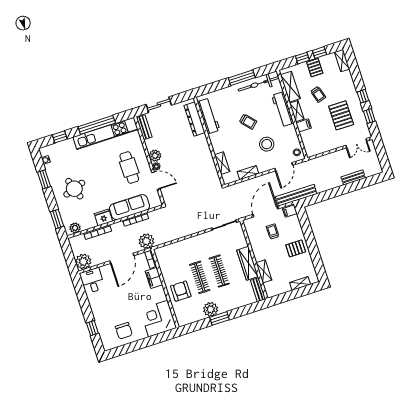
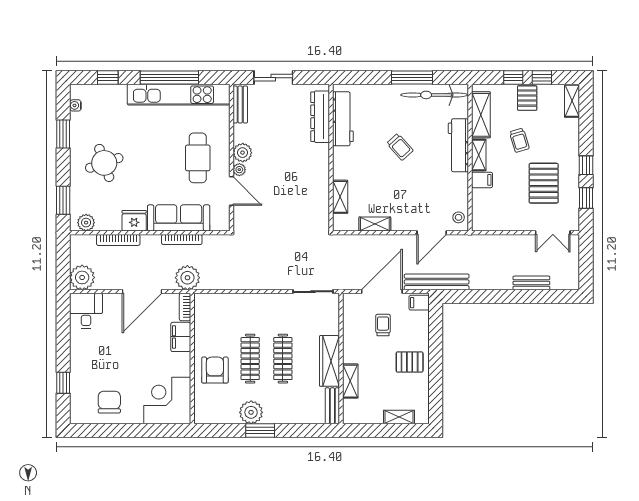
stool: (267, 144) -> (417, 190), removed
chair: (124, 331) -> (109, 402), turned 180

